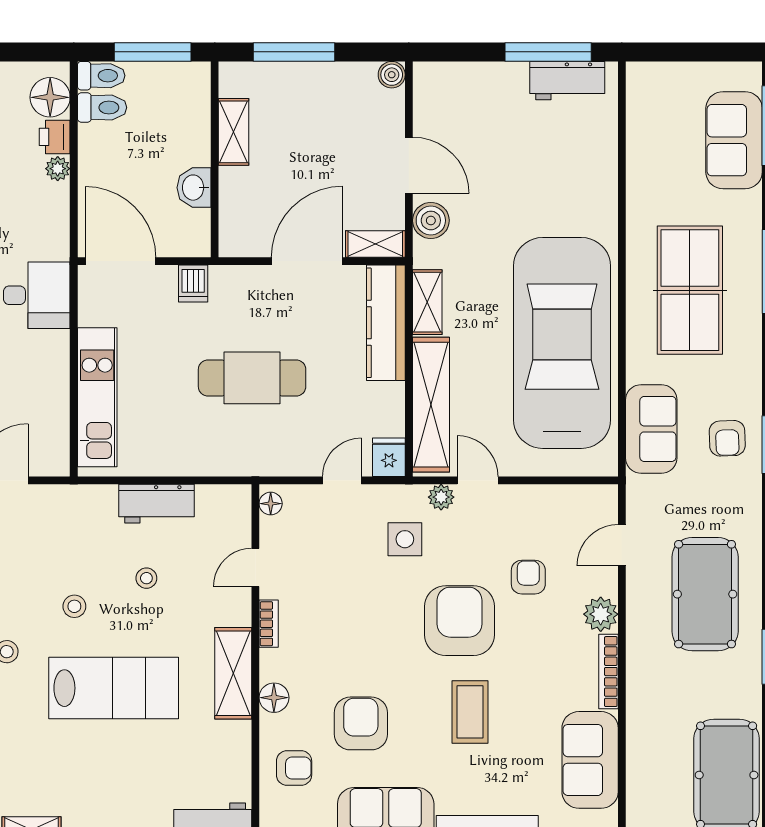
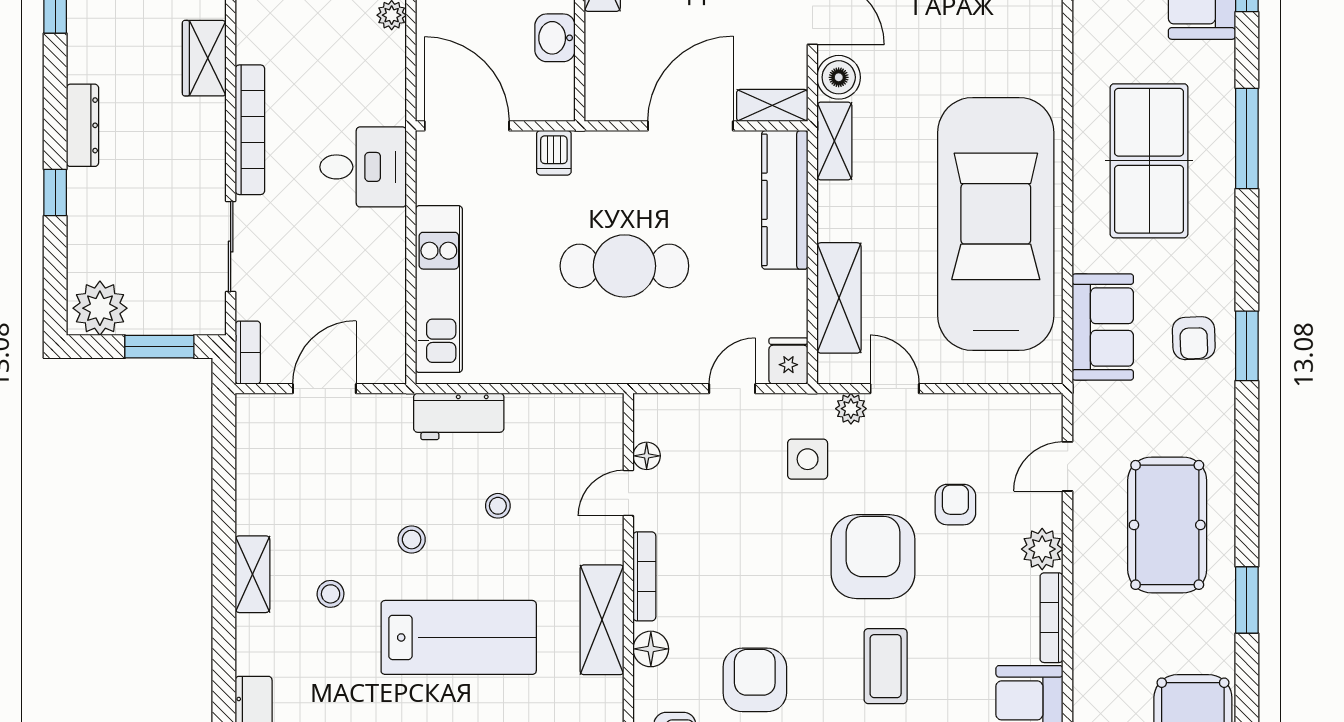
shelving: (427, 302) -> (834, 141), moved
shelving: (431, 405) -> (839, 298), width x0.68
workbench: (156, 504) -> (459, 416), moved
floor lamp: (271, 504) -> (647, 456), moved
bookcase: (269, 624) -> (644, 576), width x1.56

